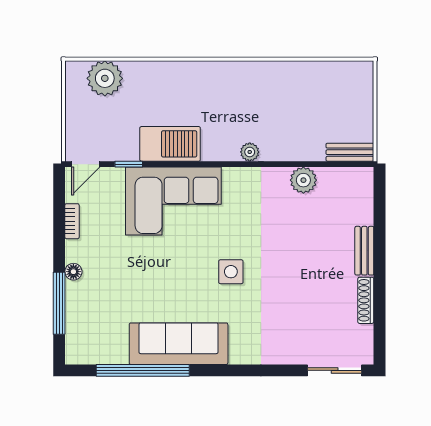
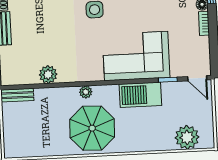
parasol: (243, 99) -> (92, 128), added
door: (86, 164) -> (197, 78), swing flipped
bookcase: (72, 221) -> (204, 23), moved

